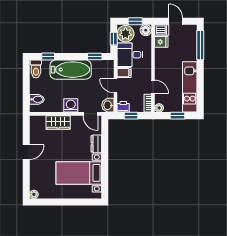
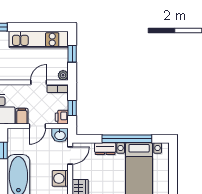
window: (105, 162) -> (127, 139), added

